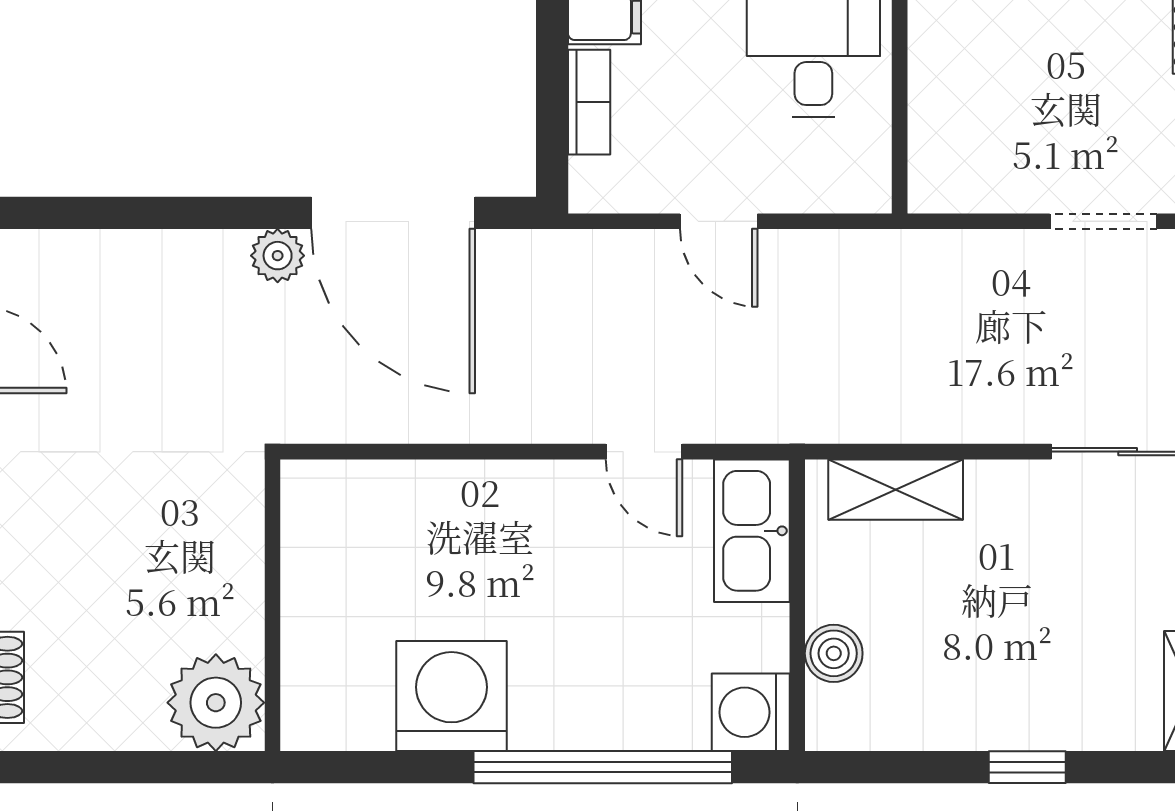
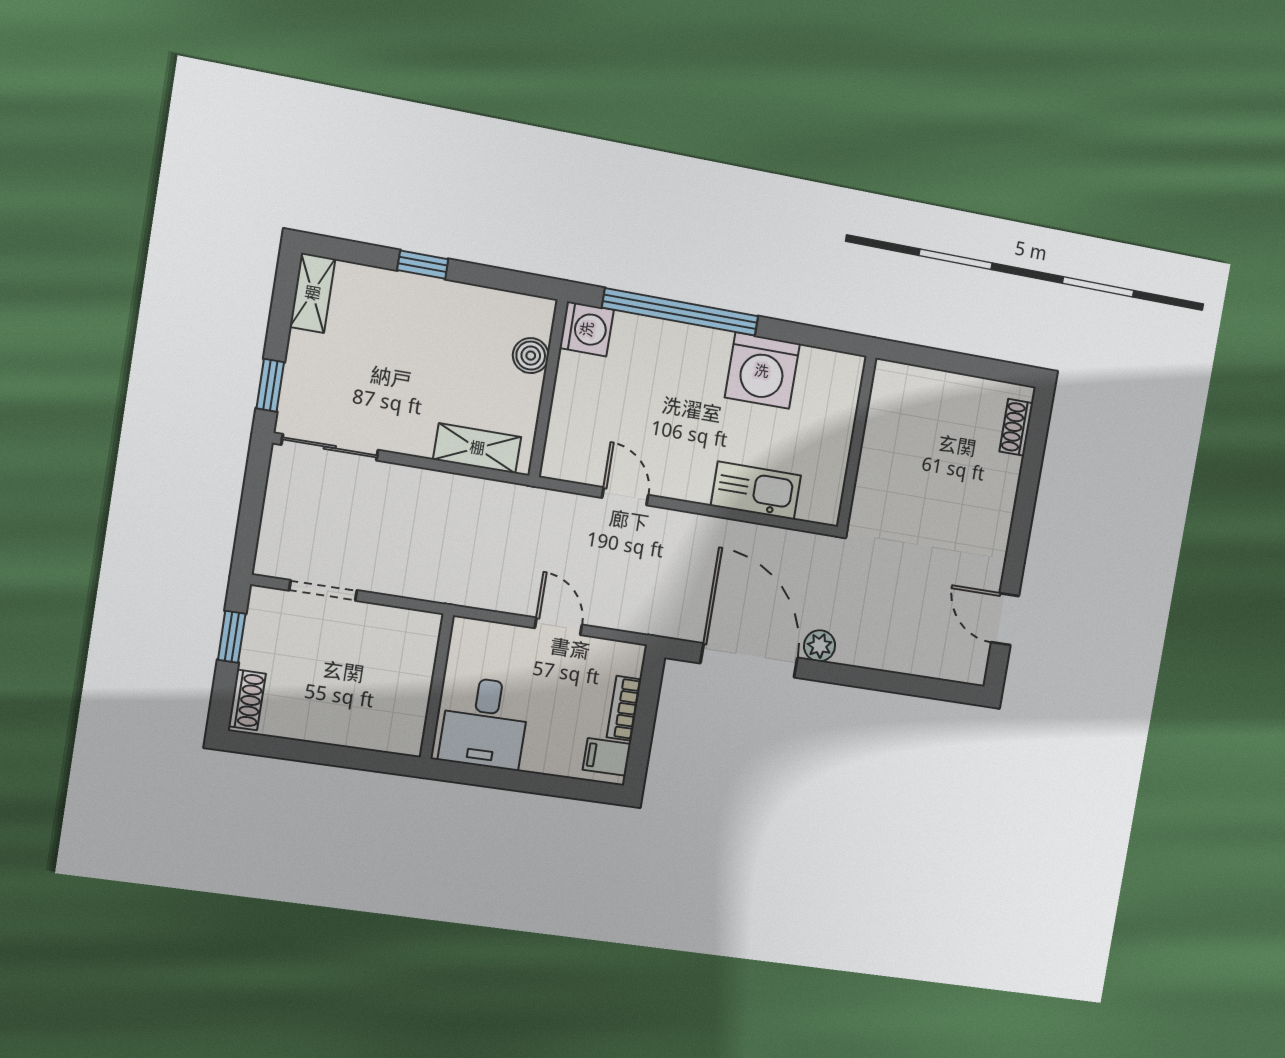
kitchen sink: (752, 531) -> (756, 491), moved, turned -90
plant: (216, 703) -> (899, 391), removed

